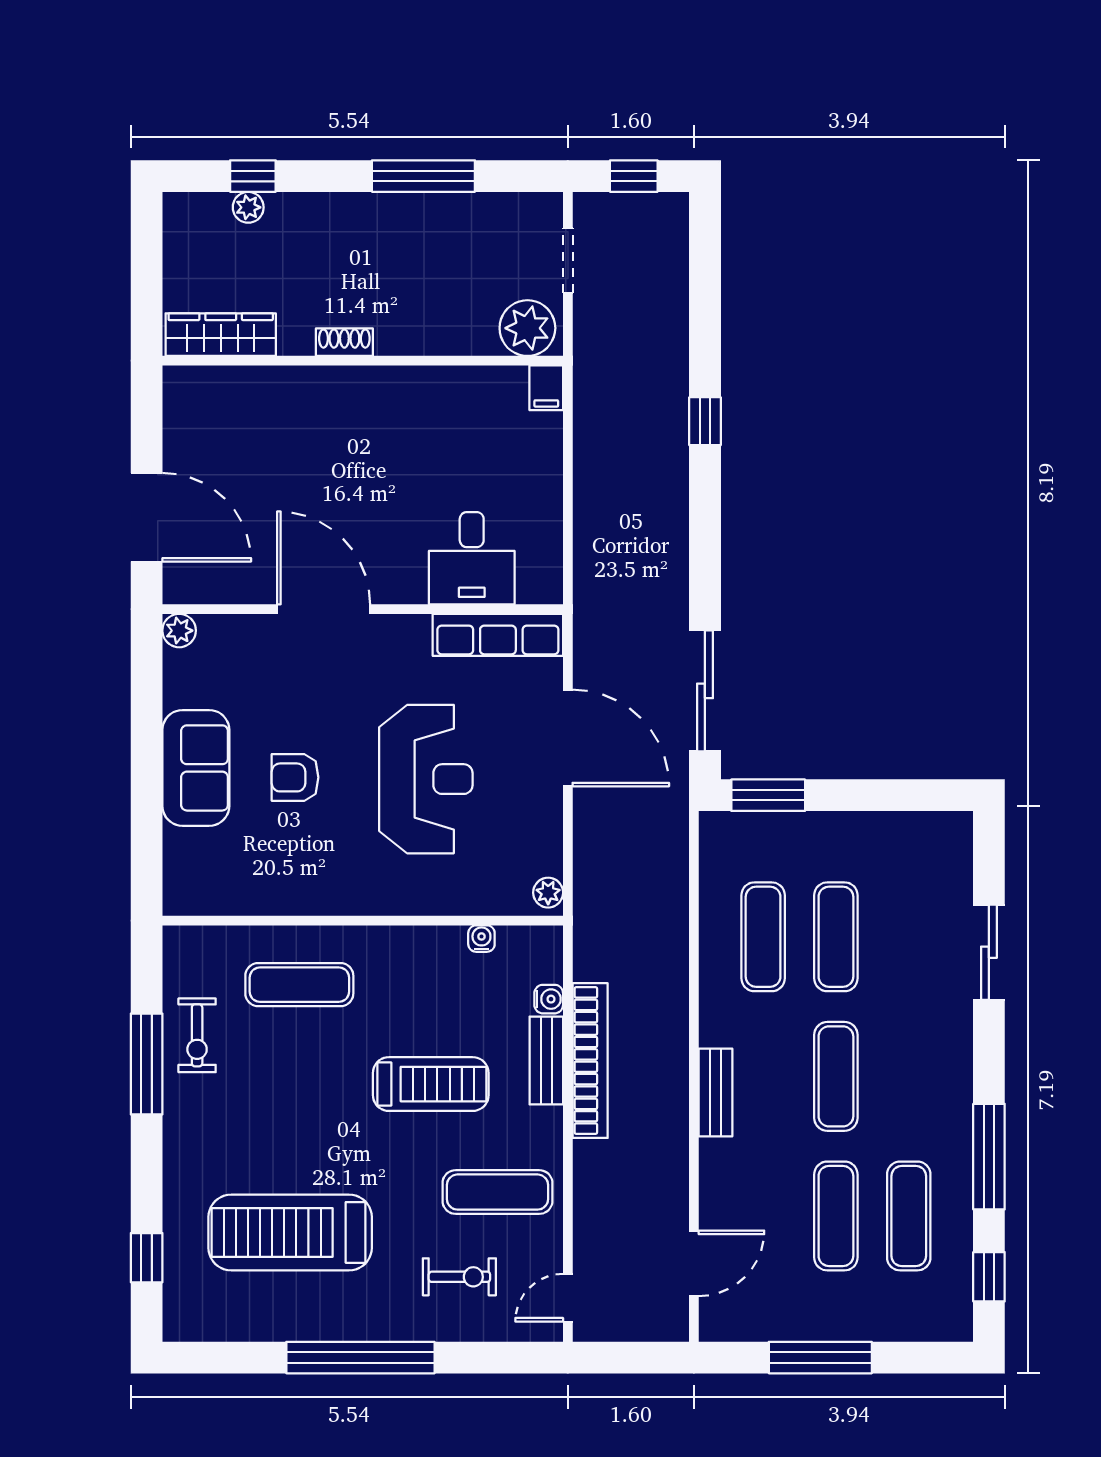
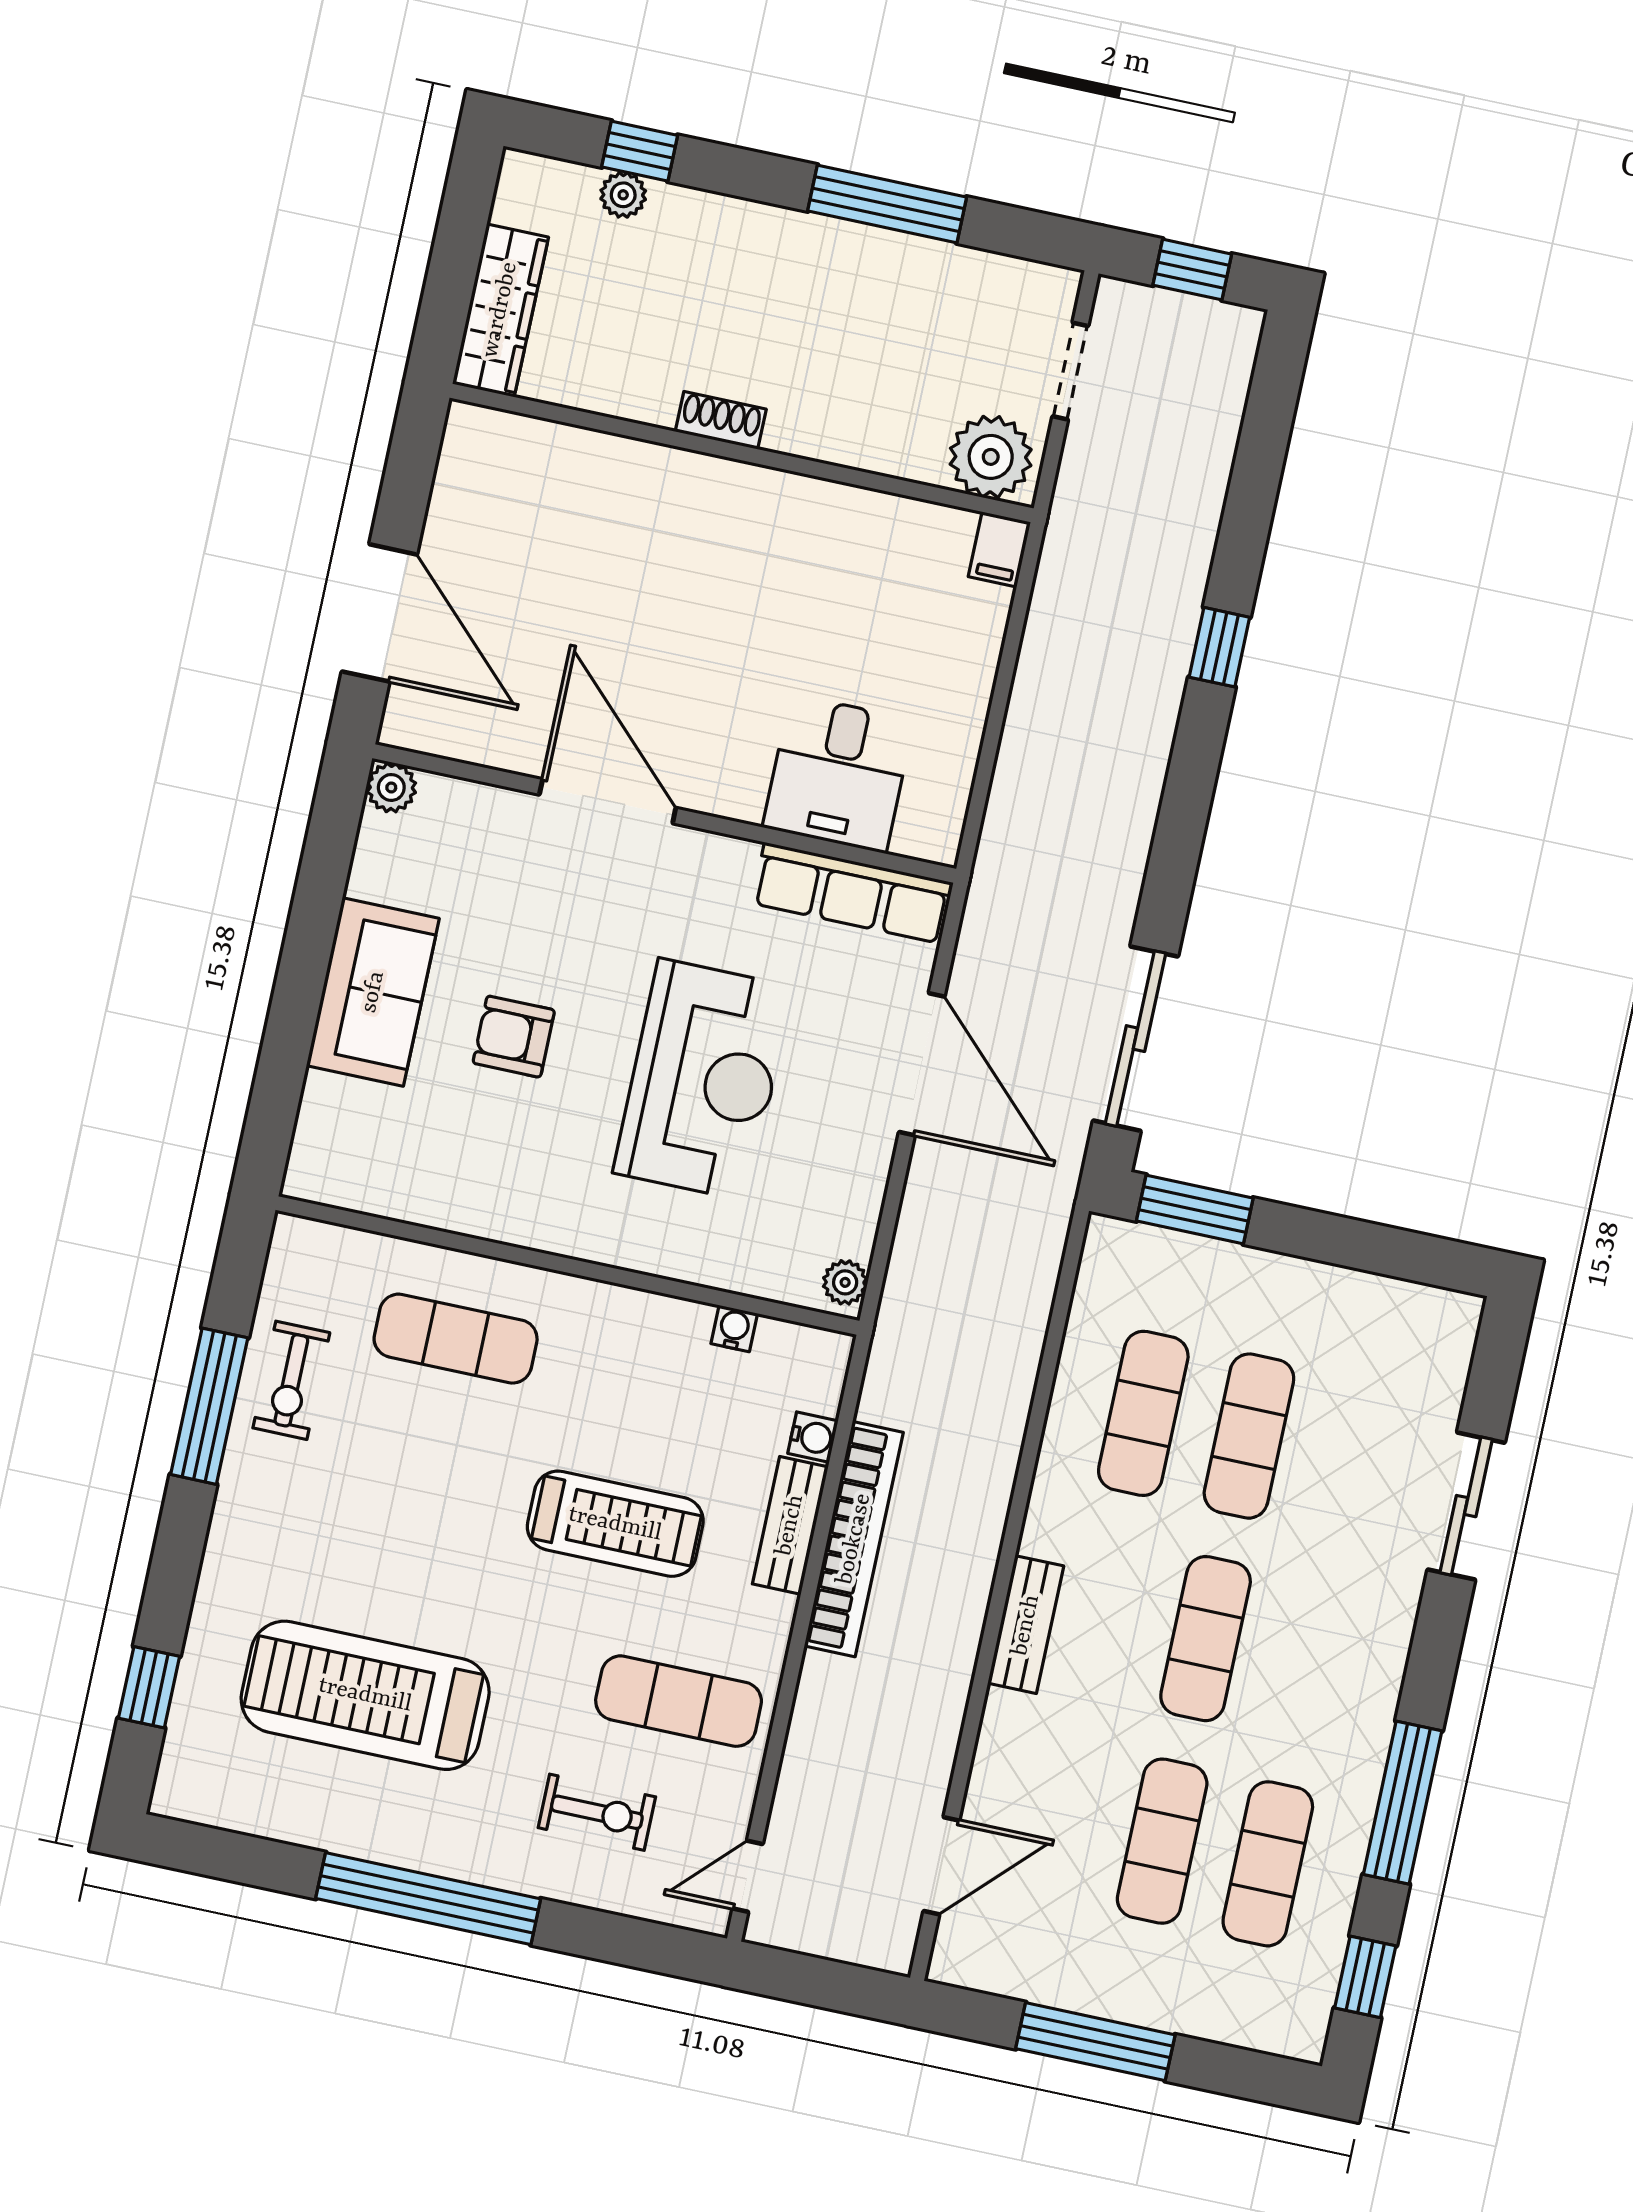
wardrobe: (221, 335) -> (500, 310), moved, turned 90

